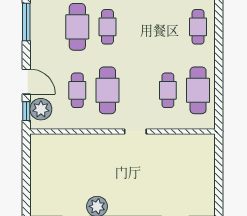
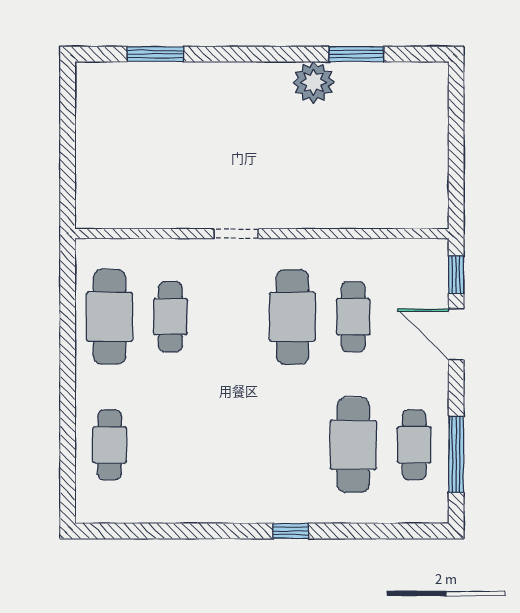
cafe table: (107, 27) -> (414, 445), moved
plant: (41, 109) -> (427, 279), removed

